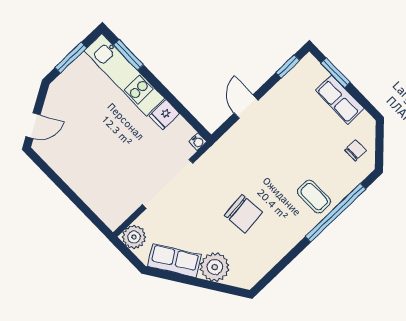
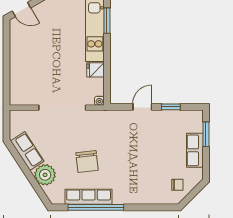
window: (288, 66) -> (171, 107), moved
coffee table: (314, 197) -> (132, 188), removed
window: (336, 213) -> (96, 207), moved
plant: (134, 237) -> (18, 118), removed
row of seats: (279, 247) -> (89, 197), added

